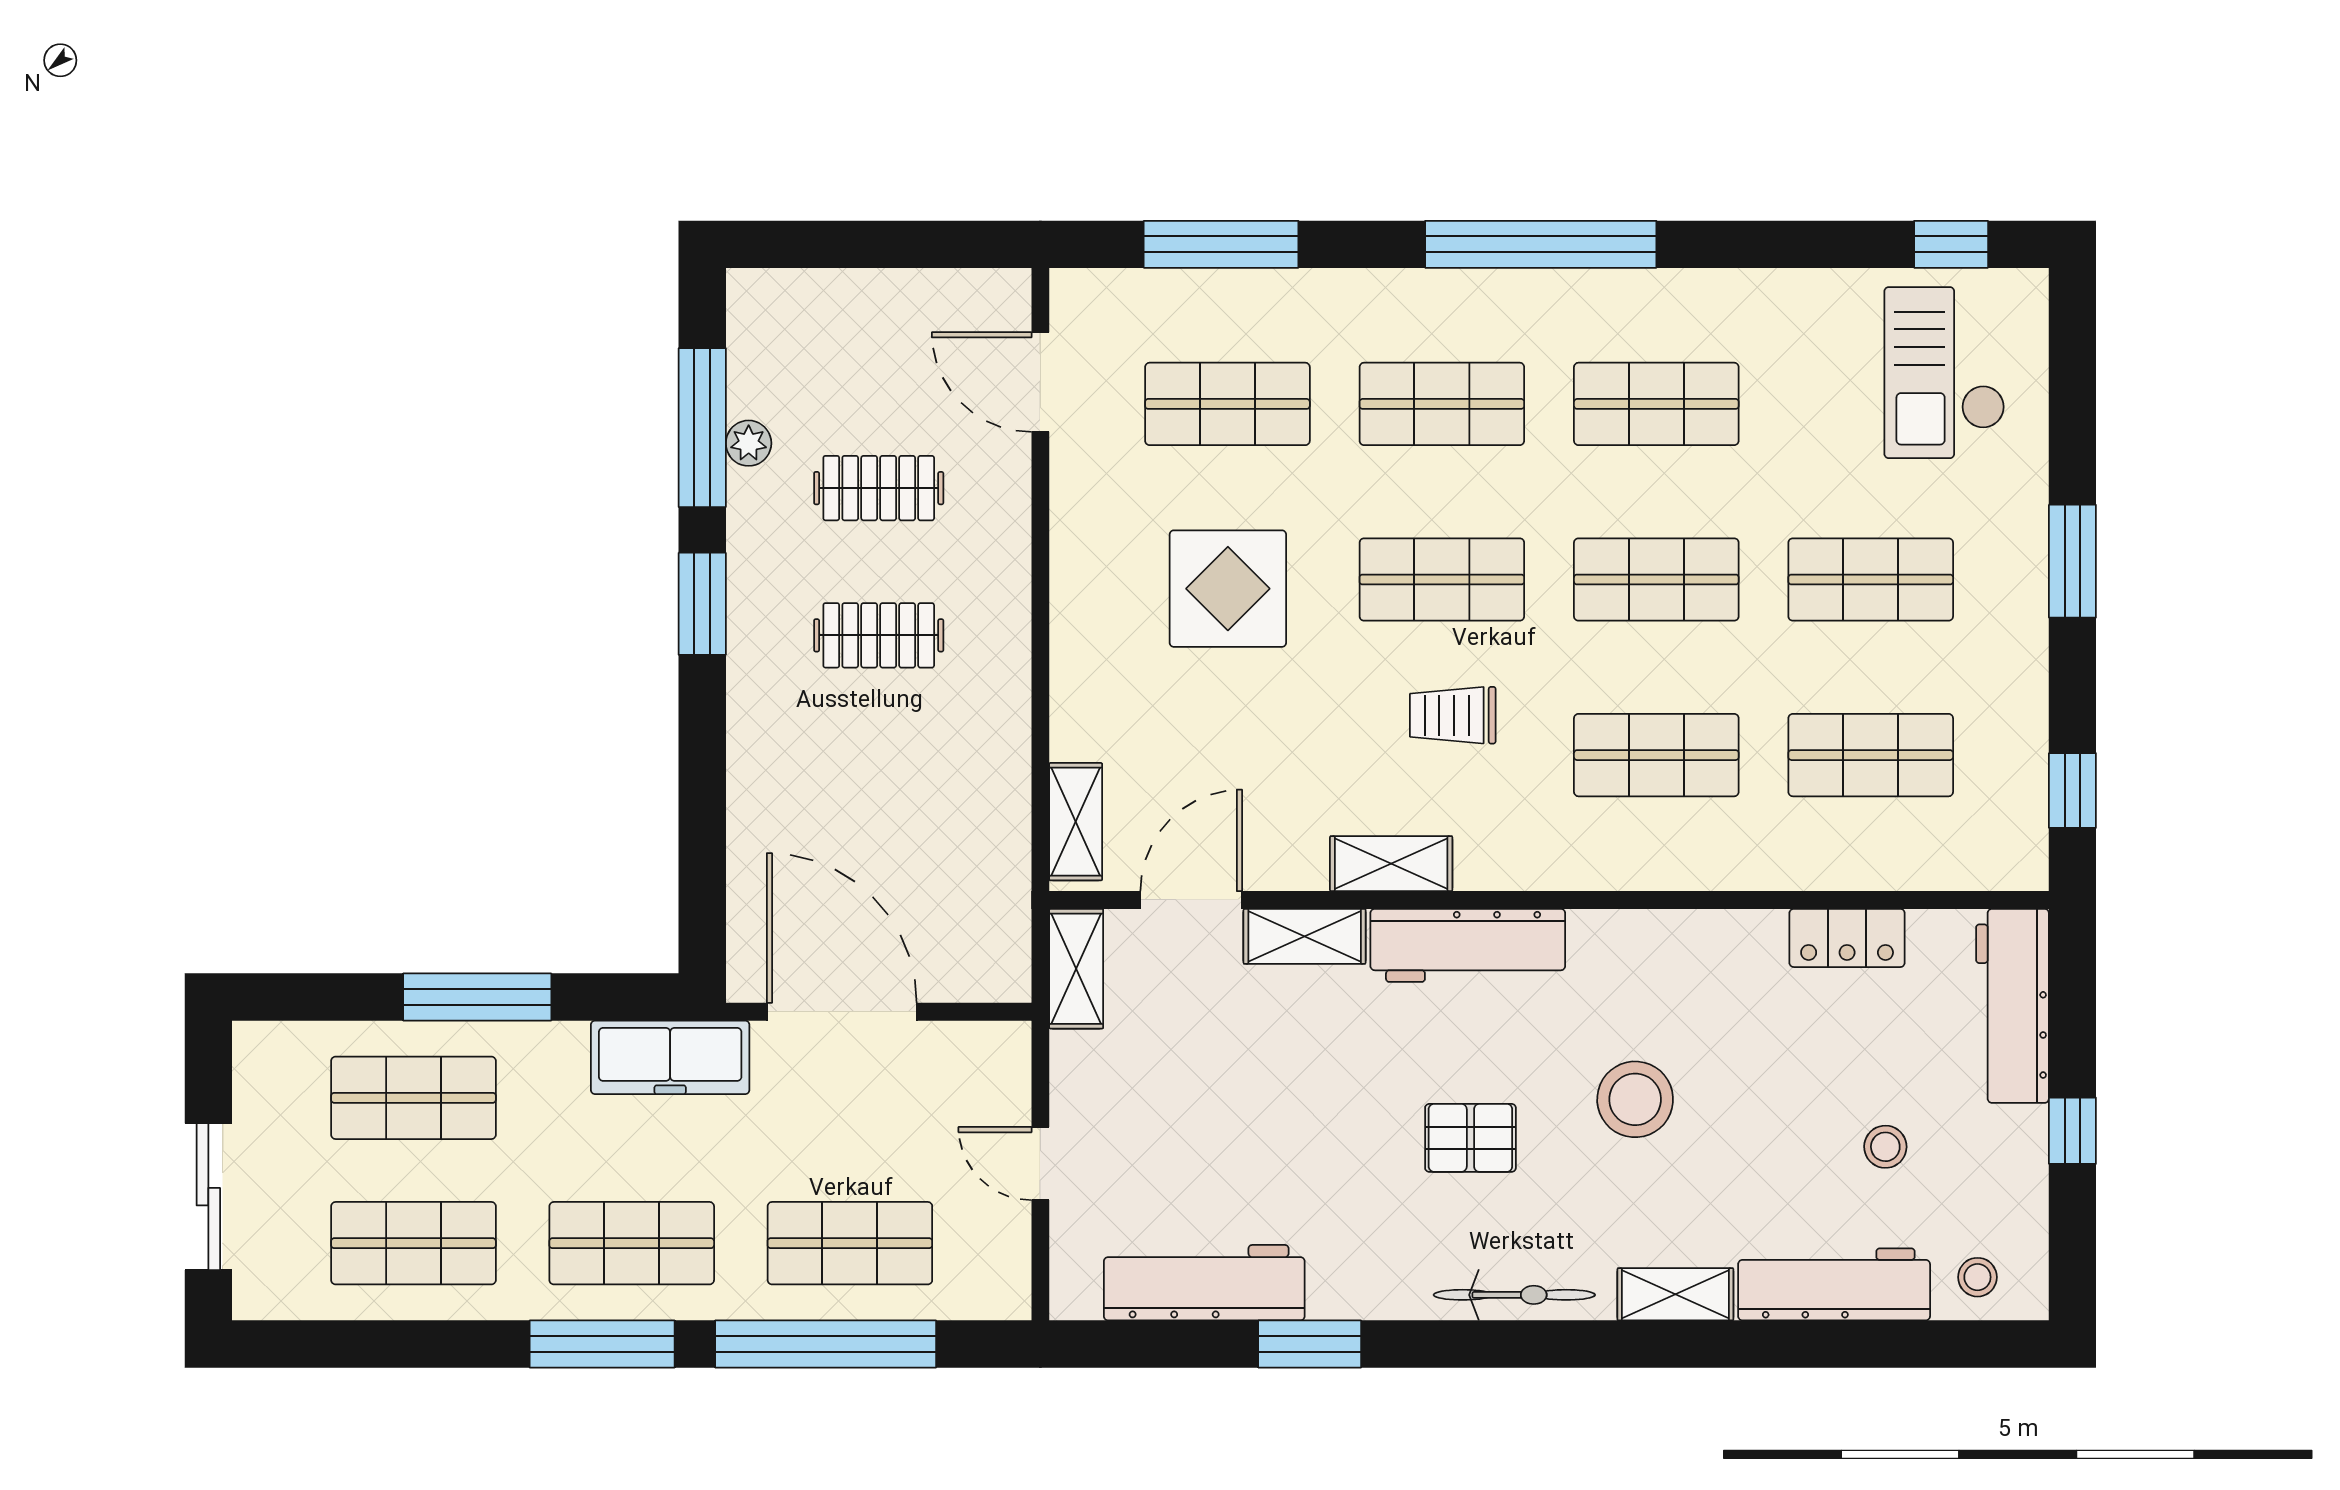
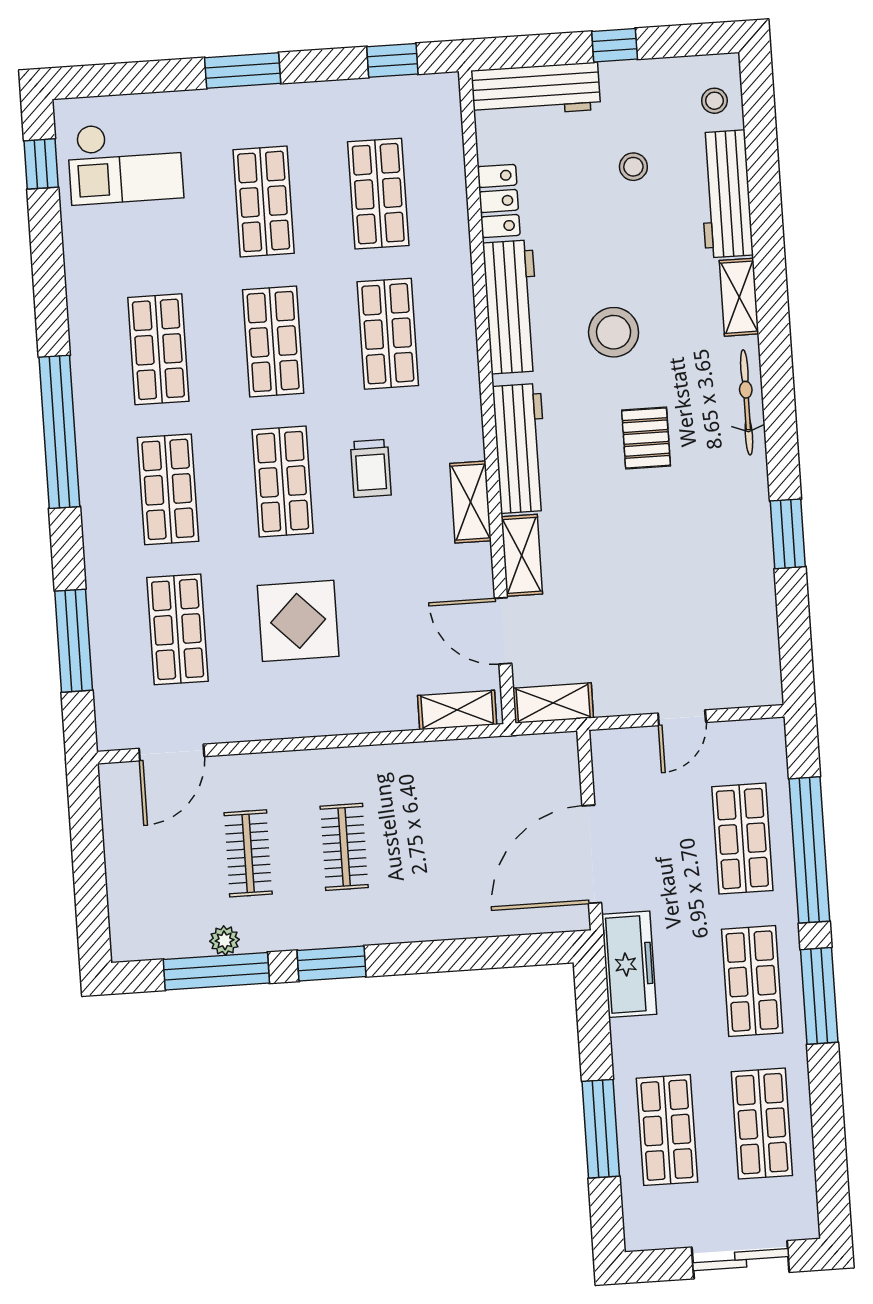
window: (477, 997) -> (601, 1129), moved
workbench: (1204, 1283) -> (512, 307), moved, turned 180

